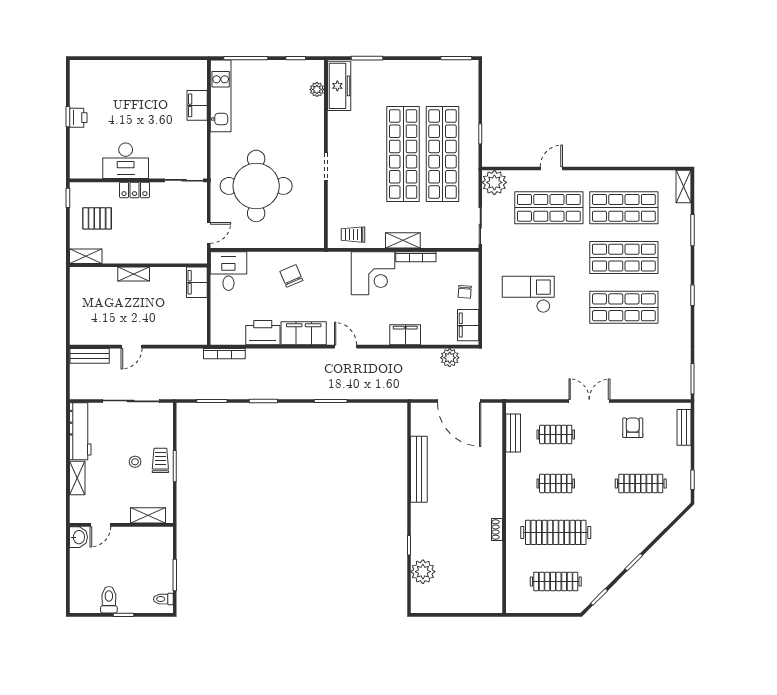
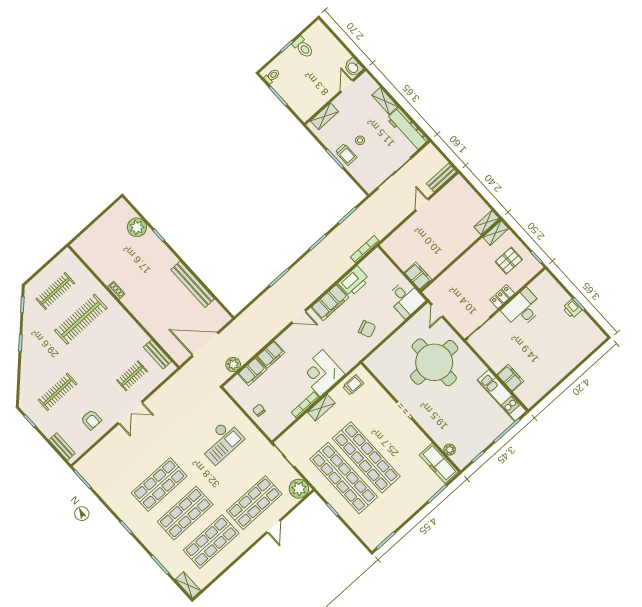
shelving: (134, 274) -> (487, 223), moved
filing cabinet: (468, 325) -> (252, 372), moved, turned 90
clothes rail: (556, 483) -> (106, 347), removed

